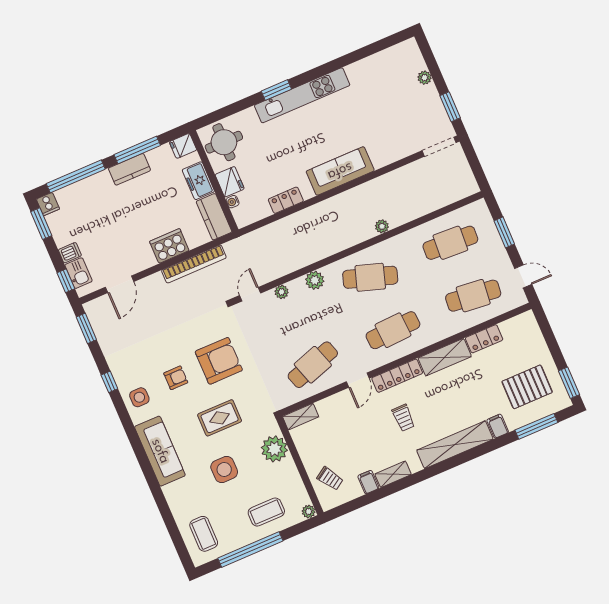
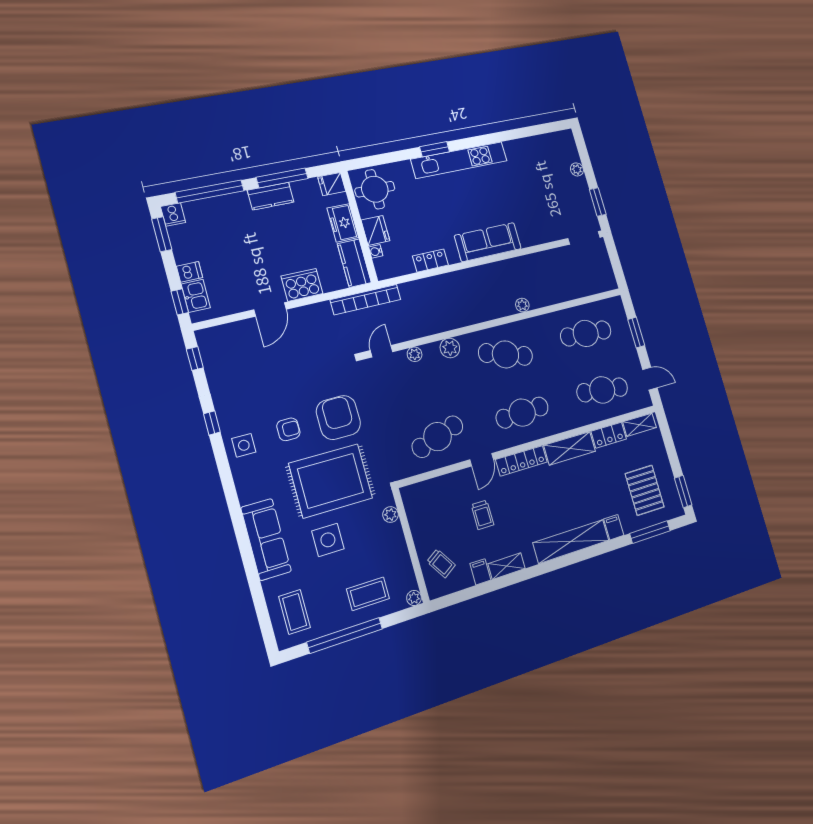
bookcase: (194, 264) -> (366, 300), moved
door: (120, 284) -> (270, 310), moved
window: (86, 328) -> (195, 359), width x0.67
armchair: (219, 361) -> (338, 418), turned -90
pallet: (527, 387) -> (645, 490), turned 90
shelving: (301, 417) -> (640, 425), moved
rug: (220, 418) -> (331, 481), width x1.86, depth x2.06
trolley: (403, 418) -> (482, 515), moved
plant: (274, 449) -> (391, 515), width x0.53, depth x0.53
sofa: (160, 451) -> (266, 539), moved

